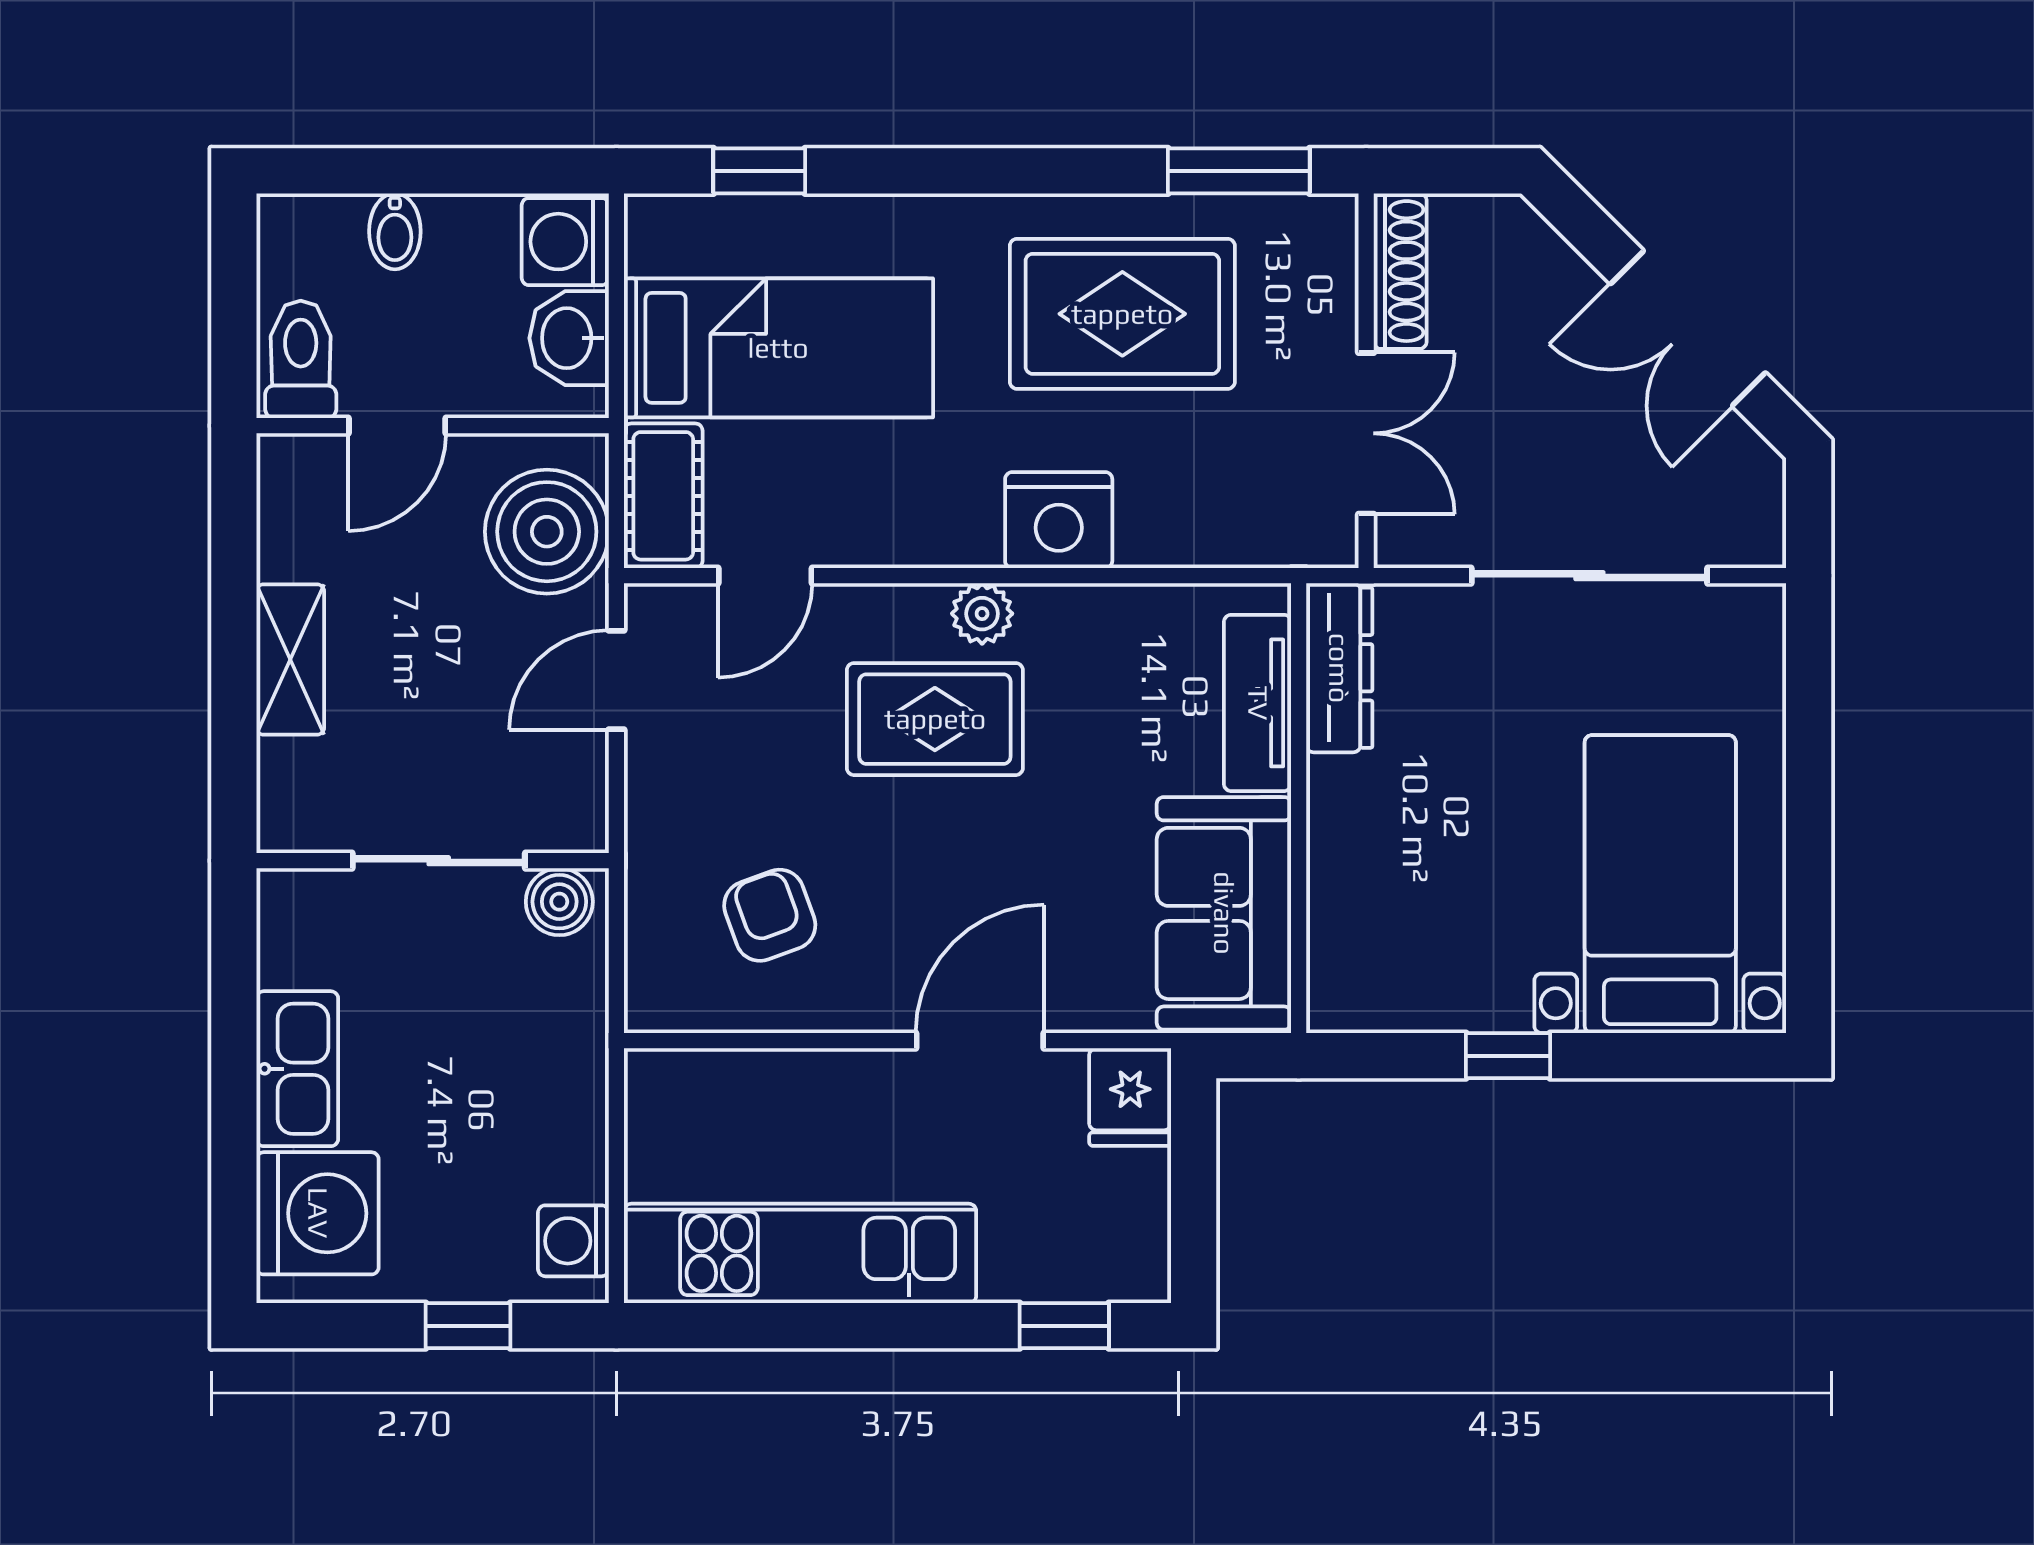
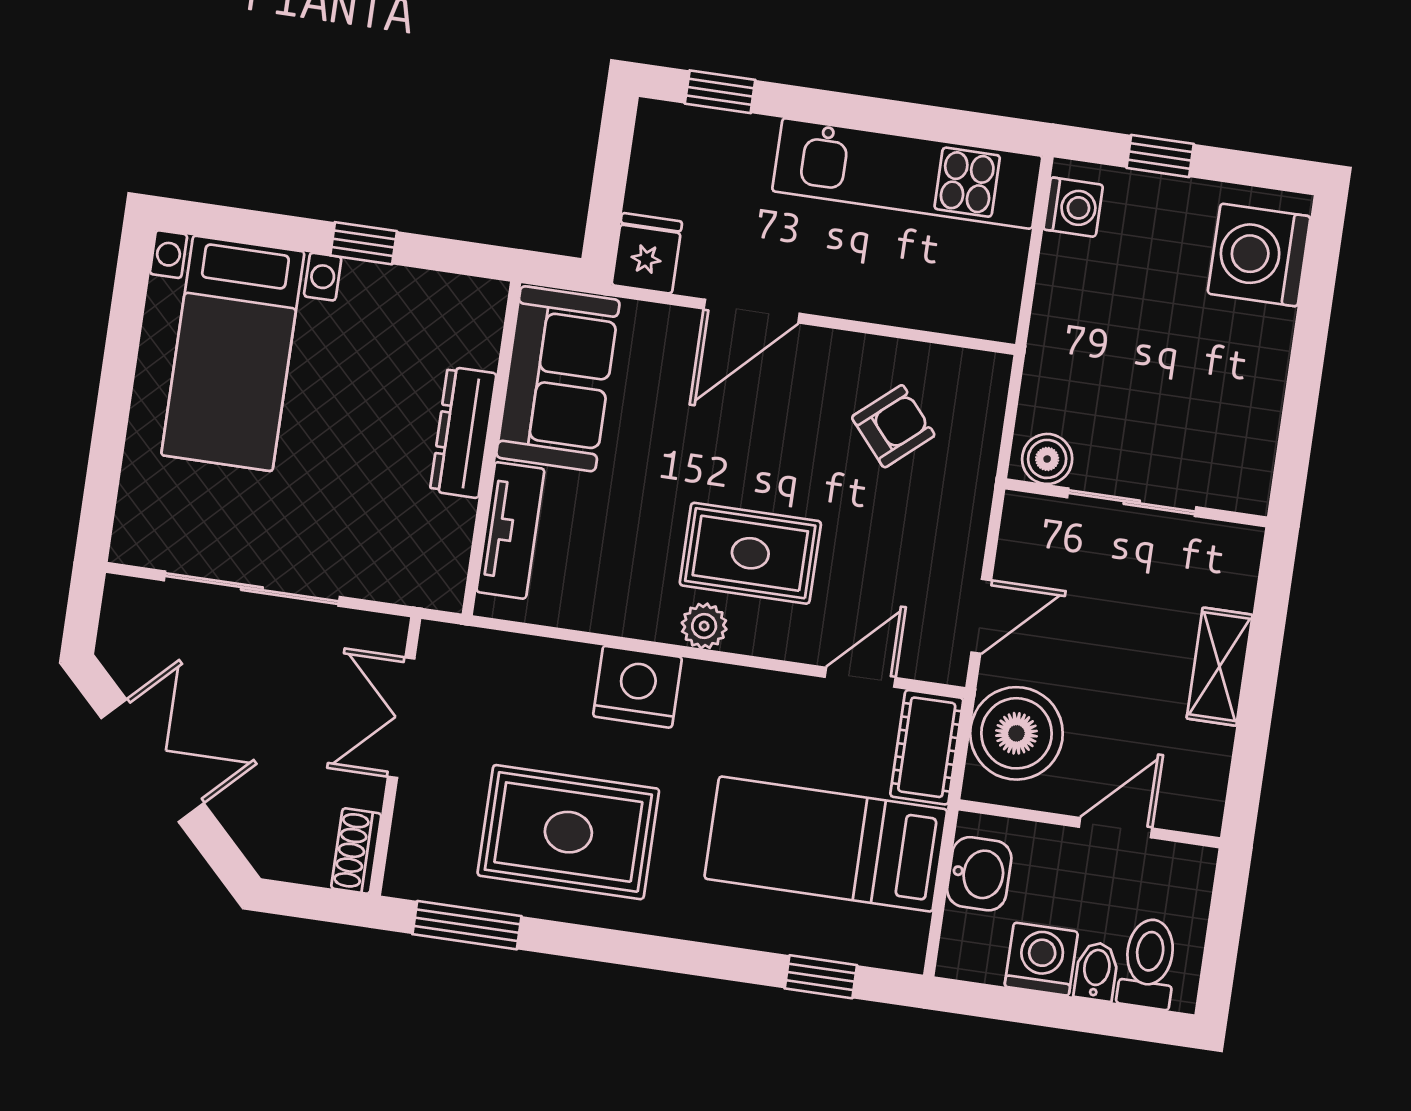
washing machine: (565, 242) -> (1041, 959), moved, turned -90
shoe rack: (1400, 271) -> (356, 851), width x0.70
toilet: (301, 359) -> (1148, 963), moved, turned 180
dresser: (1339, 668) -> (463, 432), moved
armchair: (770, 915) -> (893, 426), turned -111
kitchen sink: (297, 1069) -> (1258, 364), removed

